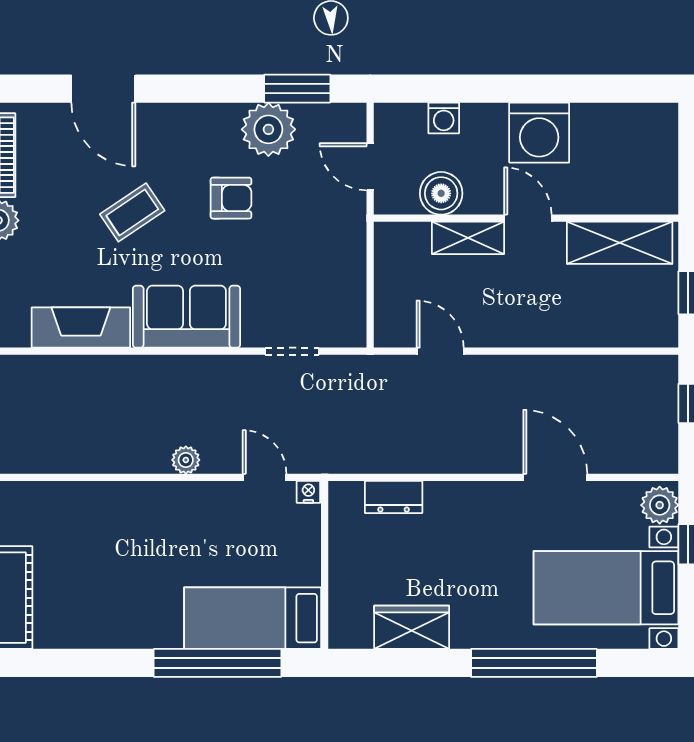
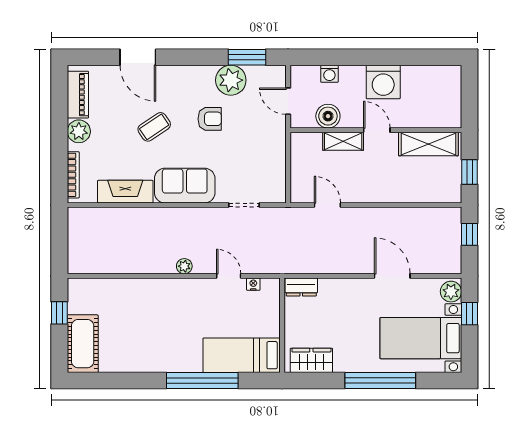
wall: (325, 565) -> (282, 325), moved
bed: (253, 618) -> (242, 355), moved

